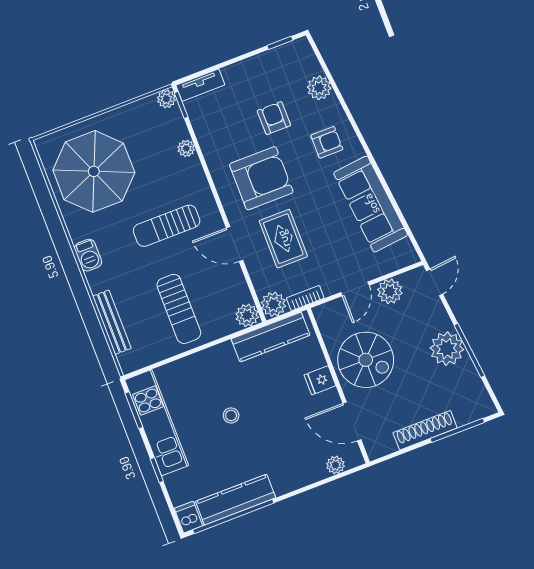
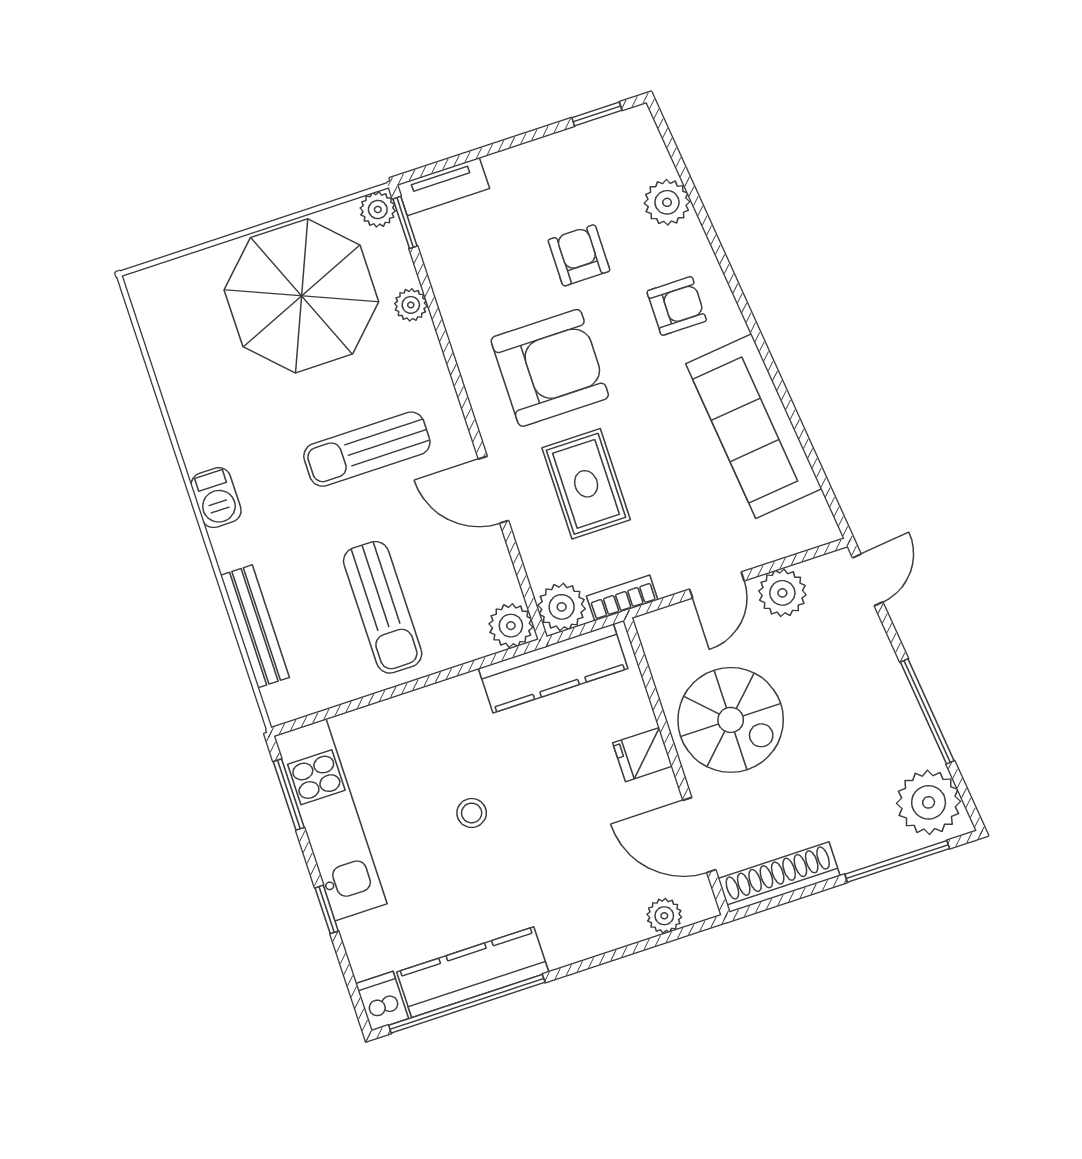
parasol: (94, 171) -> (301, 296), moved
plant: (447, 349) -> (929, 802), moved
shoe rack: (425, 430) -> (779, 877), moved

